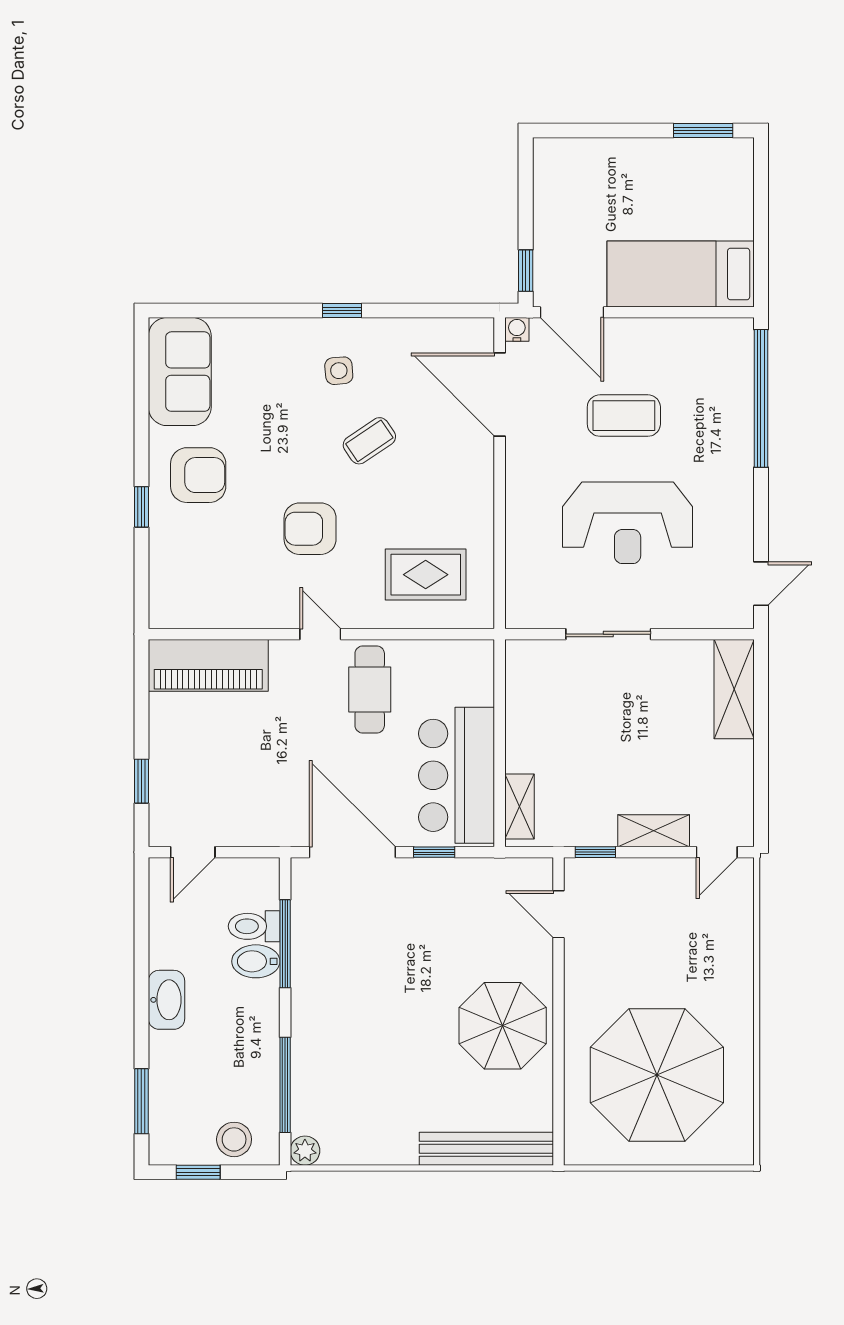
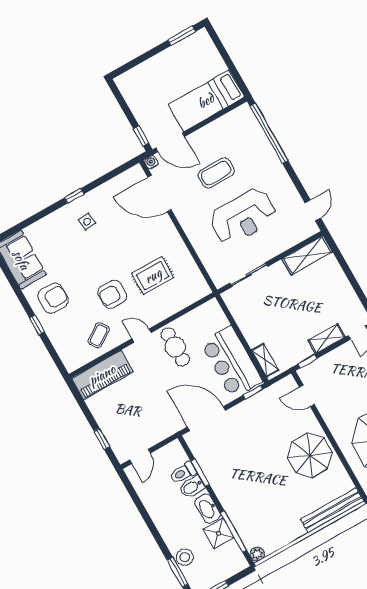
coffee table: (369, 441) -> (99, 335), moved
rug: (426, 575) -> (153, 276), moved
sliding door: (608, 634) -> (249, 275), moved
shelving: (734, 689) -> (307, 255), moved, turned 90
window: (434, 852) -> (253, 392), moved
window: (285, 944) -> (200, 473), width x0.69
washbasin: (166, 1000) -> (208, 509), moved, turned 180
shower: (256, 1073) -> (219, 533), added
stool: (234, 1139) -> (185, 557), moved

